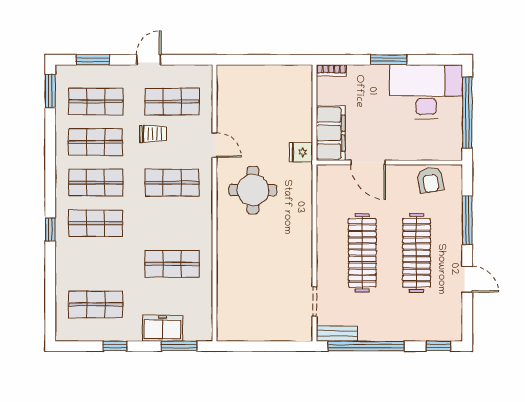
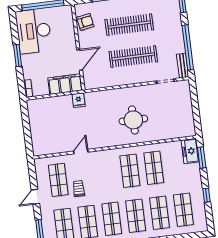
door: (149, 60) -> (35, 197), hinge flipped
shop shelf: (172, 183) -> (130, 171), moved
round table: (253, 190) -> (133, 120), moved
shop shelf: (96, 264) -> (160, 213), added
freezer: (163, 328) -> (190, 151), moved

